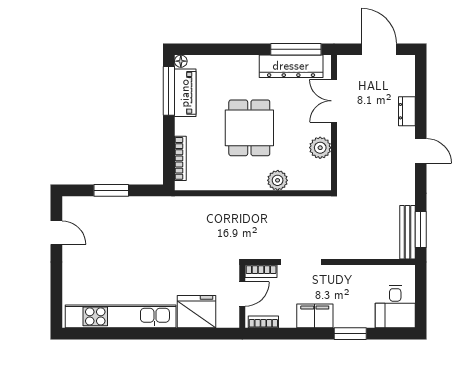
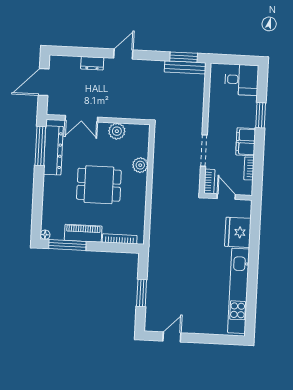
piano: (185, 93) -> (83, 233), moved
bookcase: (263, 322) -> (249, 168), moved

